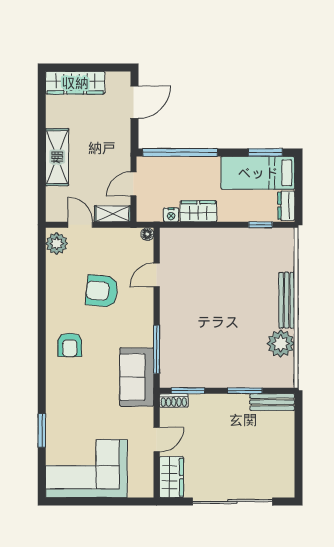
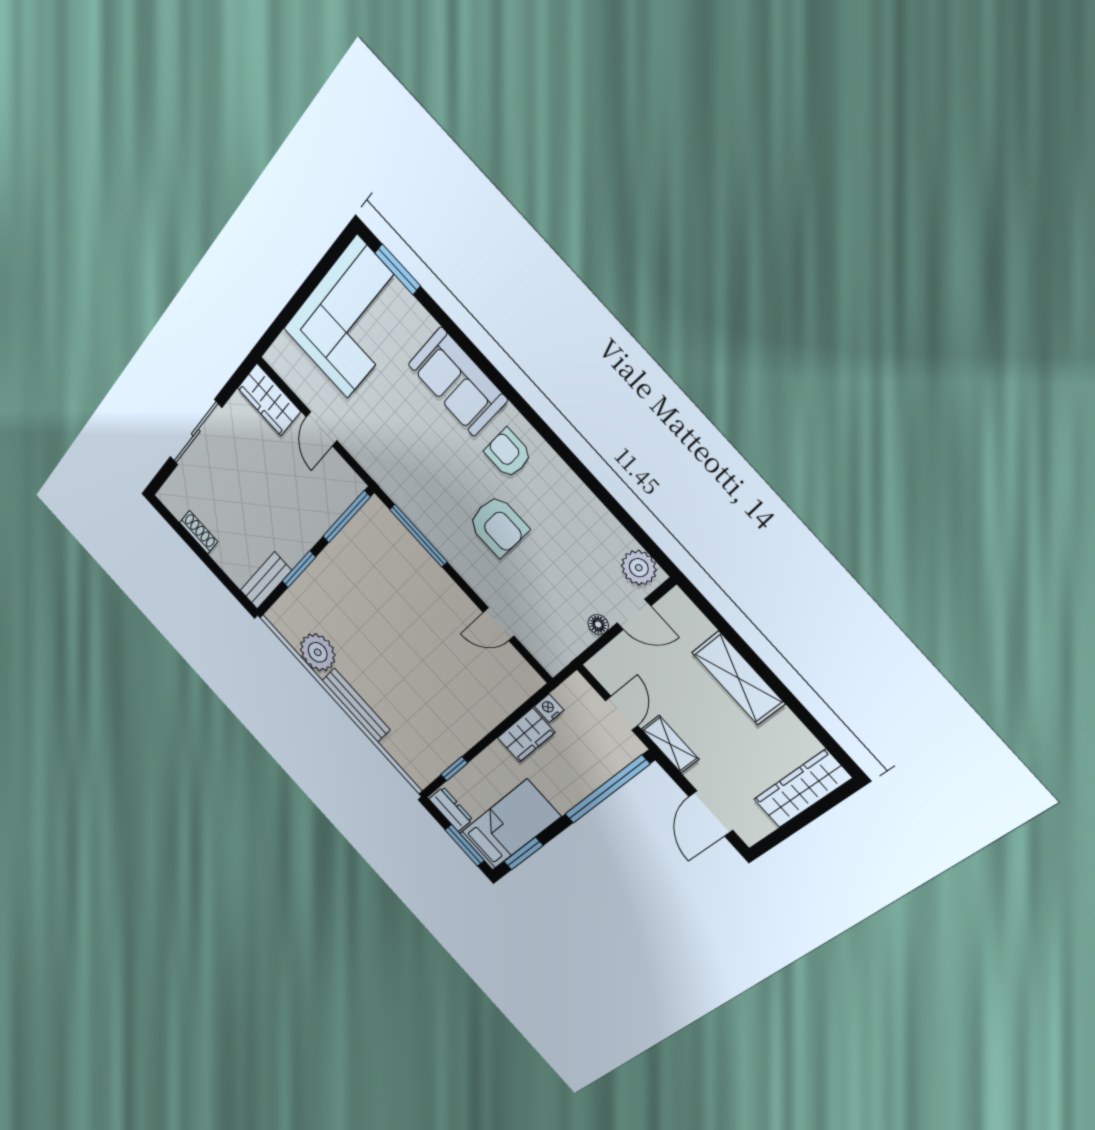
window: (298, 181) -> (465, 845), added
shelving: (113, 214) -> (670, 744), moved, turned 90
floor lamp: (147, 234) -> (598, 624), moved
door: (157, 275) -> (499, 624), swing flipped
armchair: (102, 291) -> (498, 526), moved, turned 84
sofa: (137, 377) -> (458, 382), moved, turned 180
window: (188, 391) -> (346, 517), width x1.44
shoe rack: (174, 400) -> (199, 532), moved, turned 90
window: (42, 430) -> (398, 269), moved
sliding door: (232, 502) -> (196, 433), width x0.73

